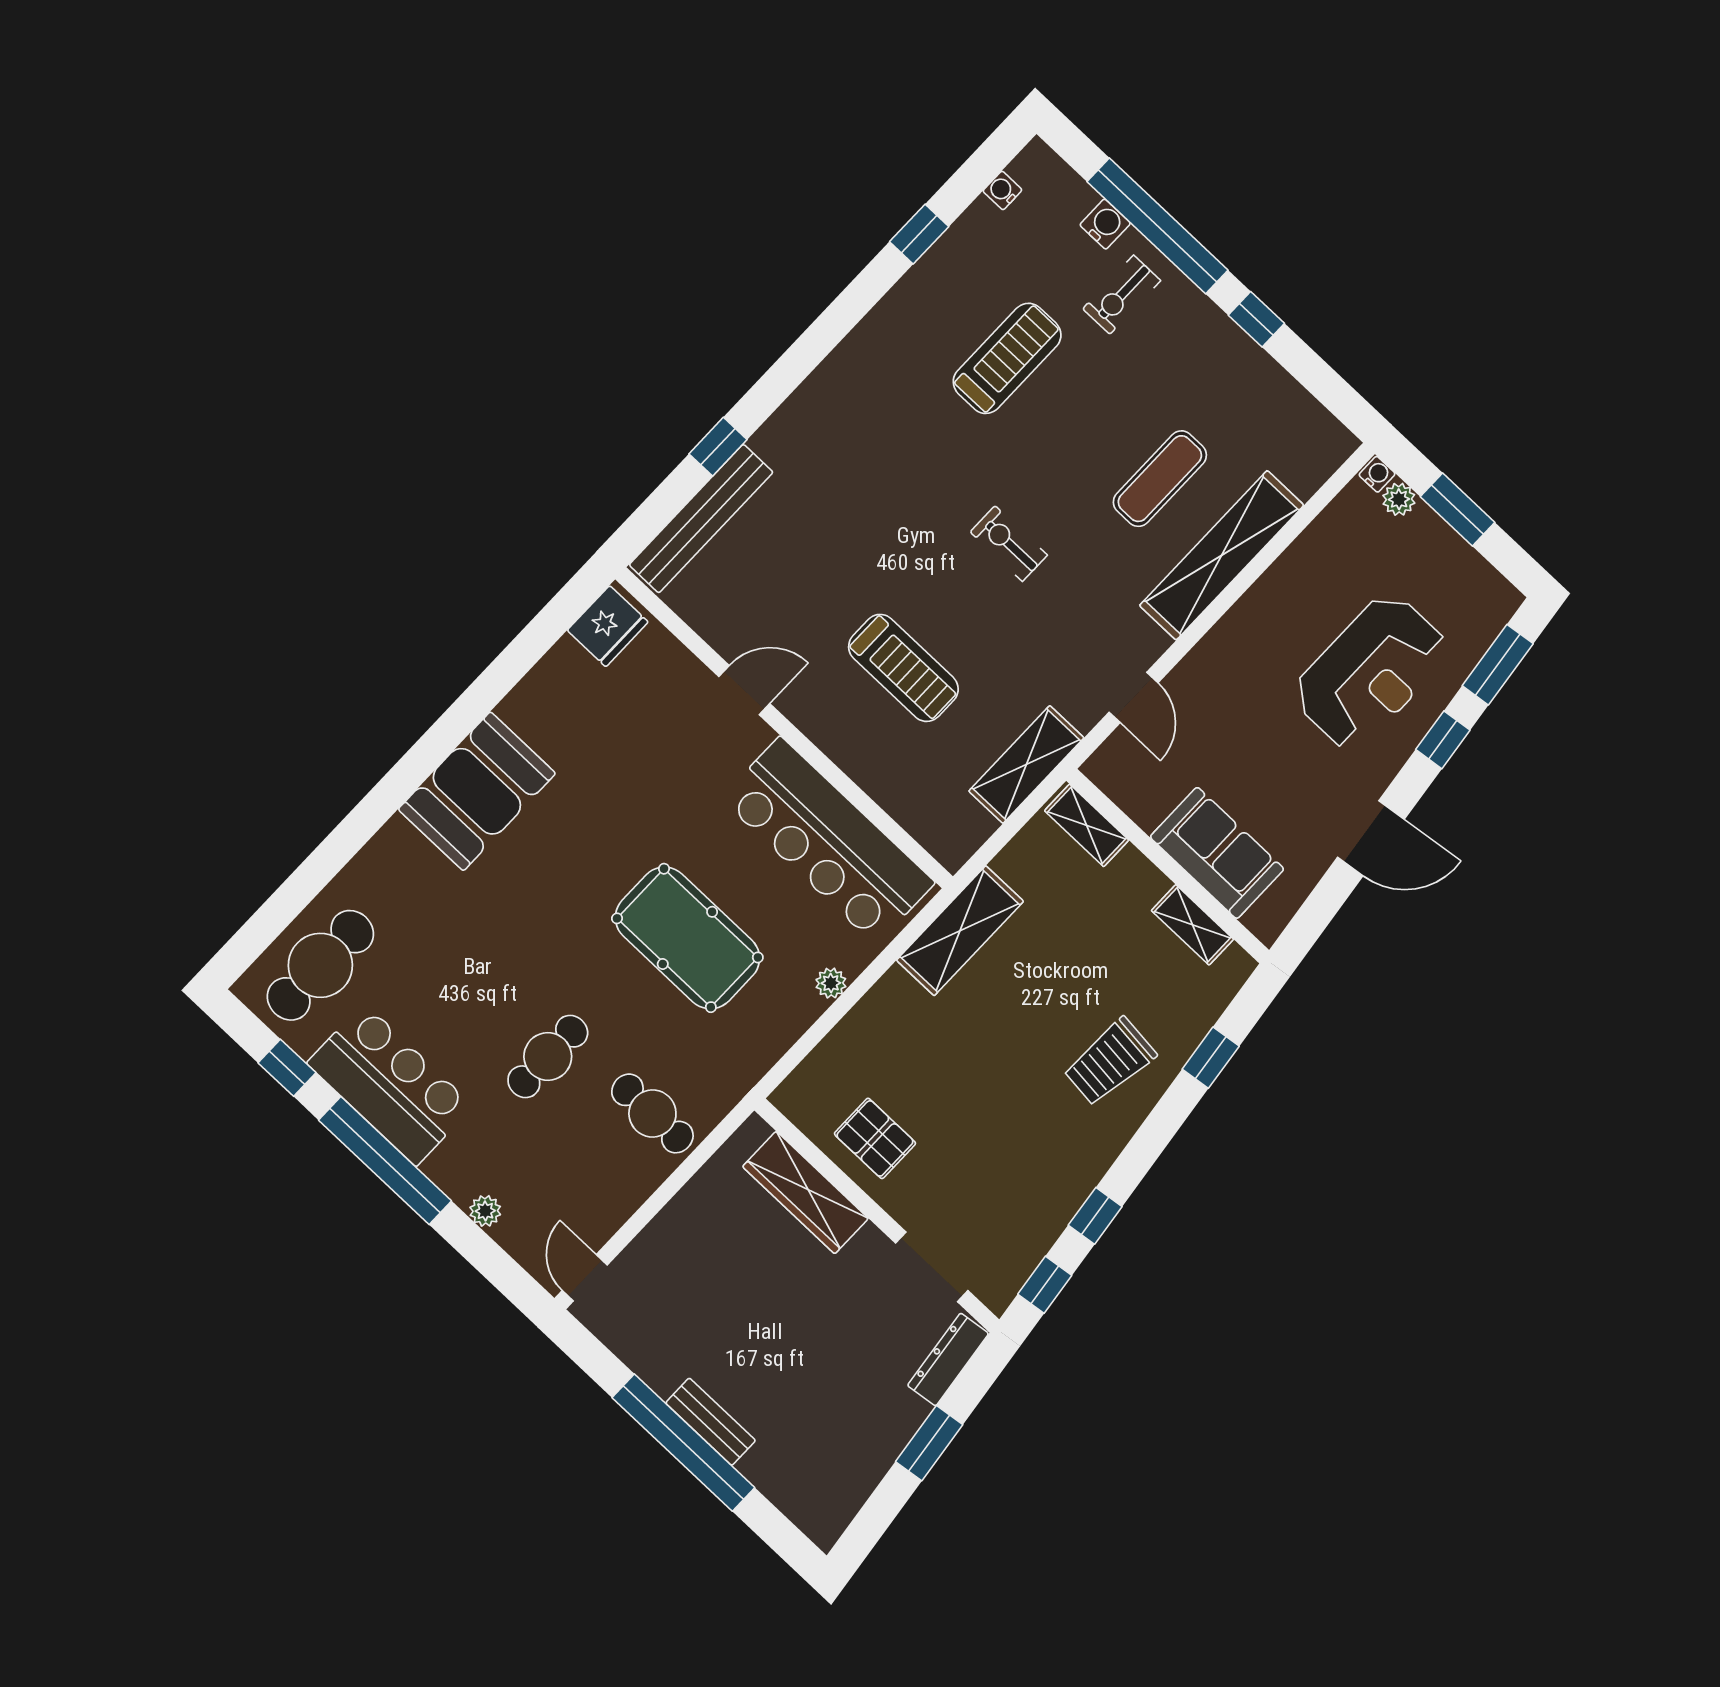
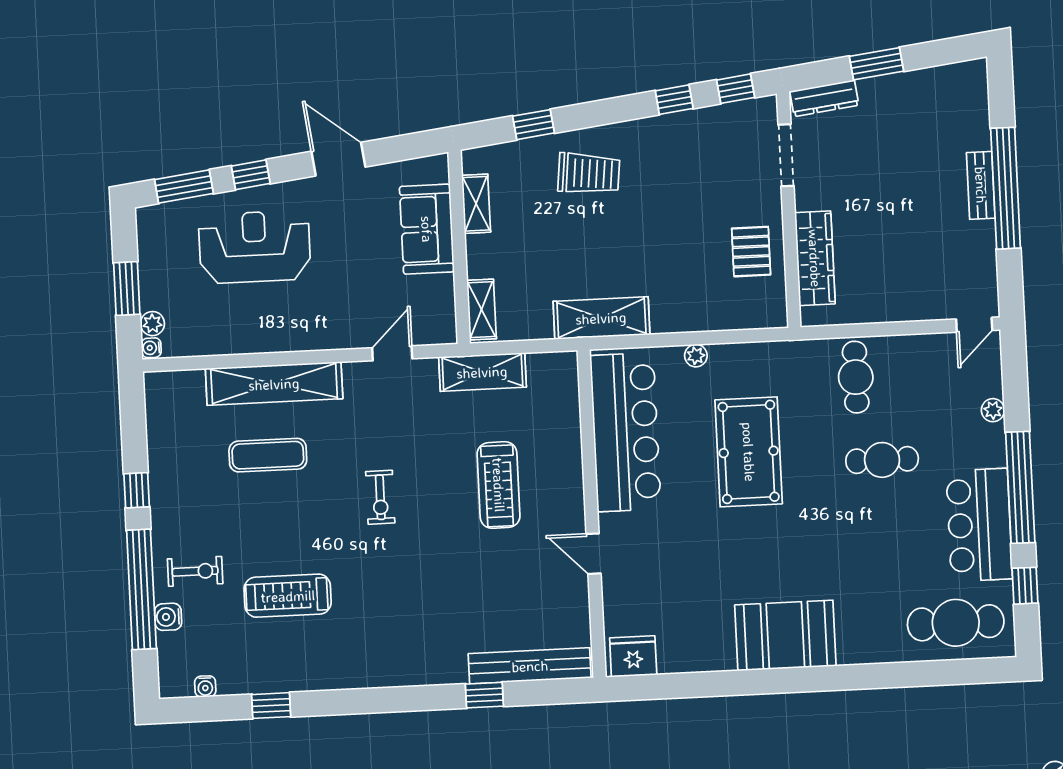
treadmill: (903, 668) -> (499, 485), turned 180

